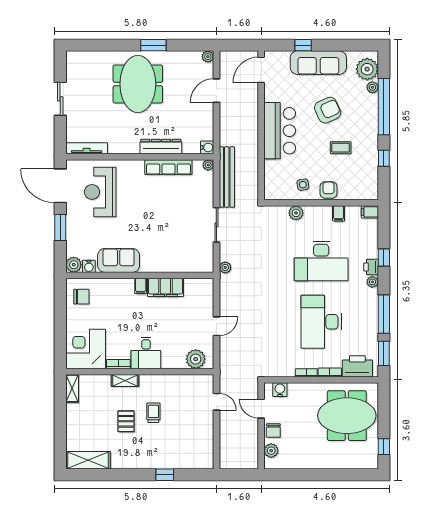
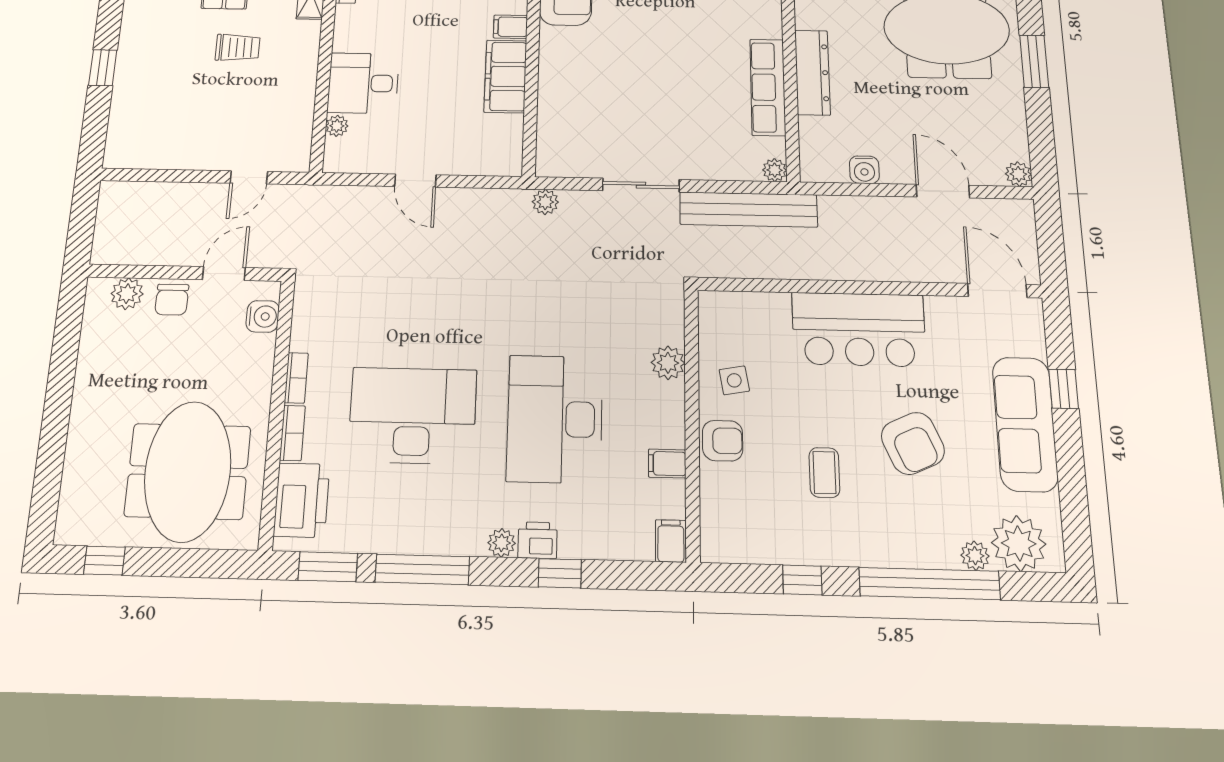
water cooler: (207, 147) -> (864, 170), moved
desk: (146, 353) -> (363, 83), moved
plant: (196, 359) -> (337, 126), width x0.53, depth x0.53
chair: (273, 431) -> (172, 300), turned -90

